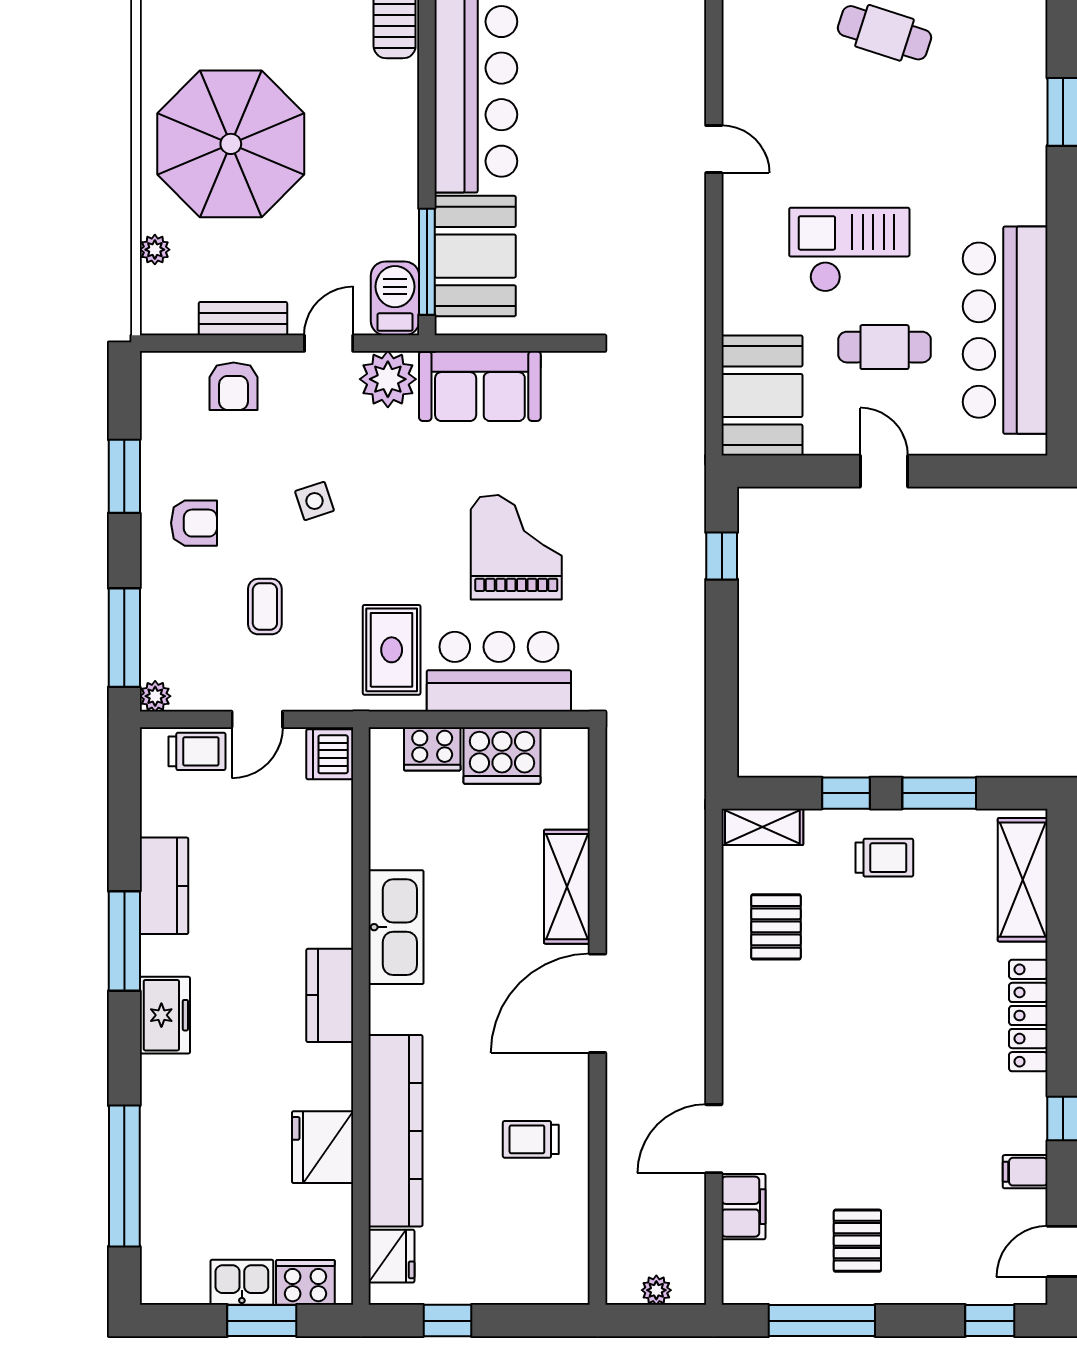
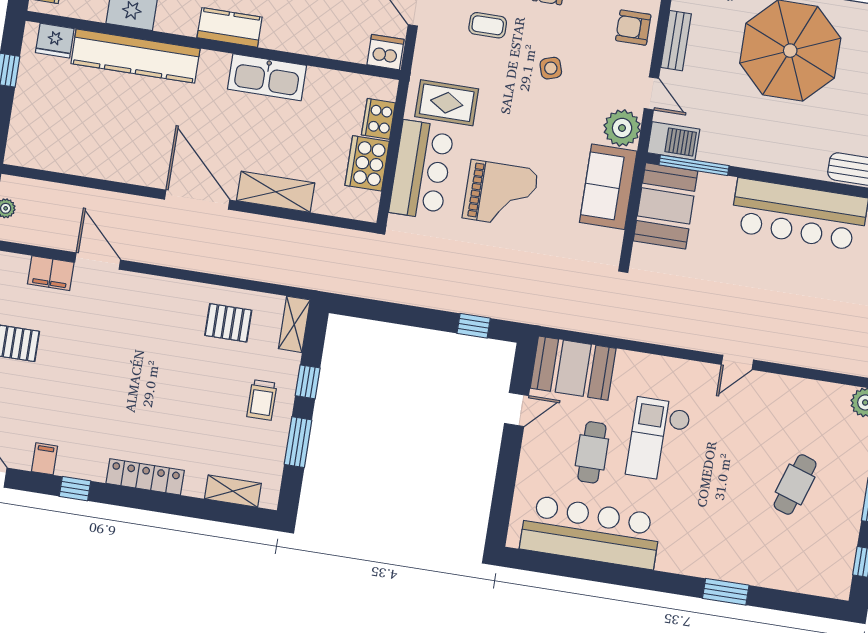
checkout: (849, 250) -> (658, 440), turned 180
booth: (475, 256) -> (666, 206), moved, turned 90
door: (884, 471) -> (517, 410), moved
shelving: (1023, 880) -> (233, 491), width x0.67, depth x0.75
trolley: (531, 1139) -> (116, 143), removed

